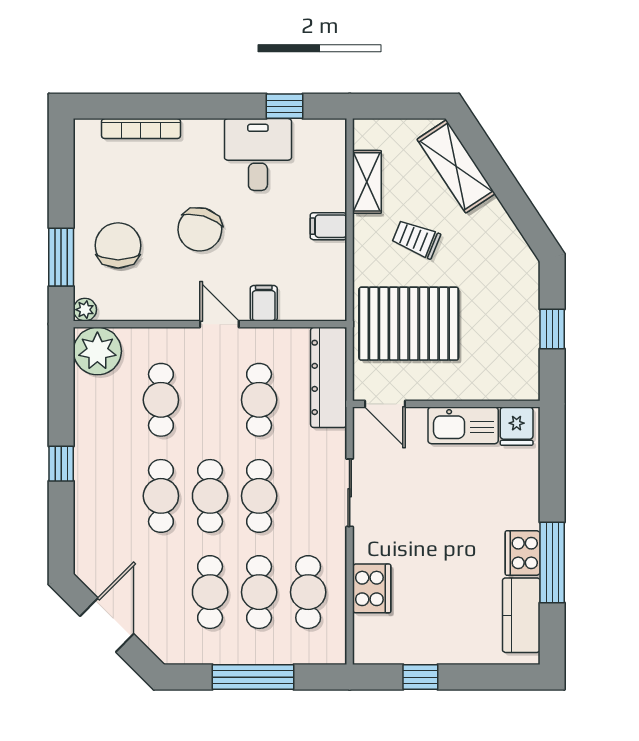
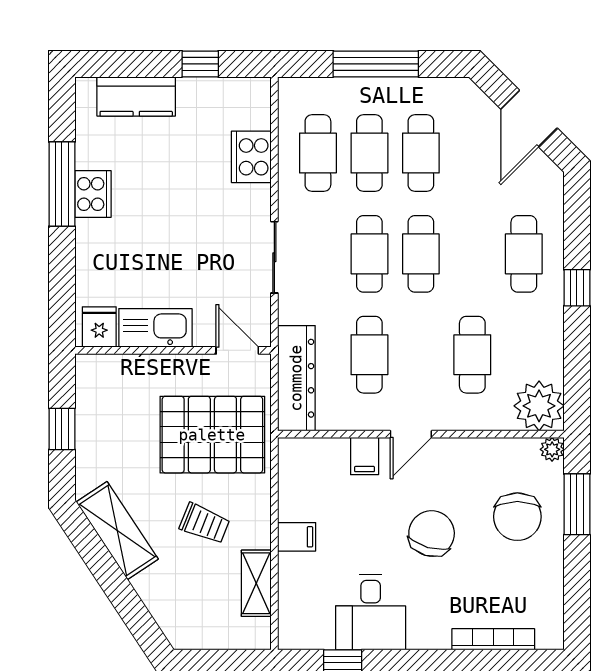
shelving: (456, 166) -> (117, 531), moved
door: (219, 324) -> (411, 434), hinge flipped
cafe table: (161, 496) -> (524, 254), moved
kitchen counter: (521, 615) -> (136, 96), moved, turned 90

